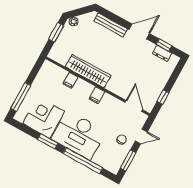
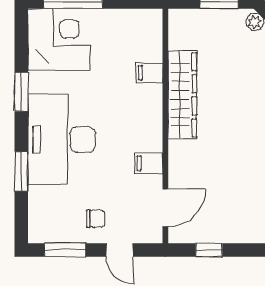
filing cabinet: (97, 95) -> (149, 163), moved
corner desk: (44, 118) -> (59, 39), moved
window: (83, 161) -> (21, 172), width x0.47

